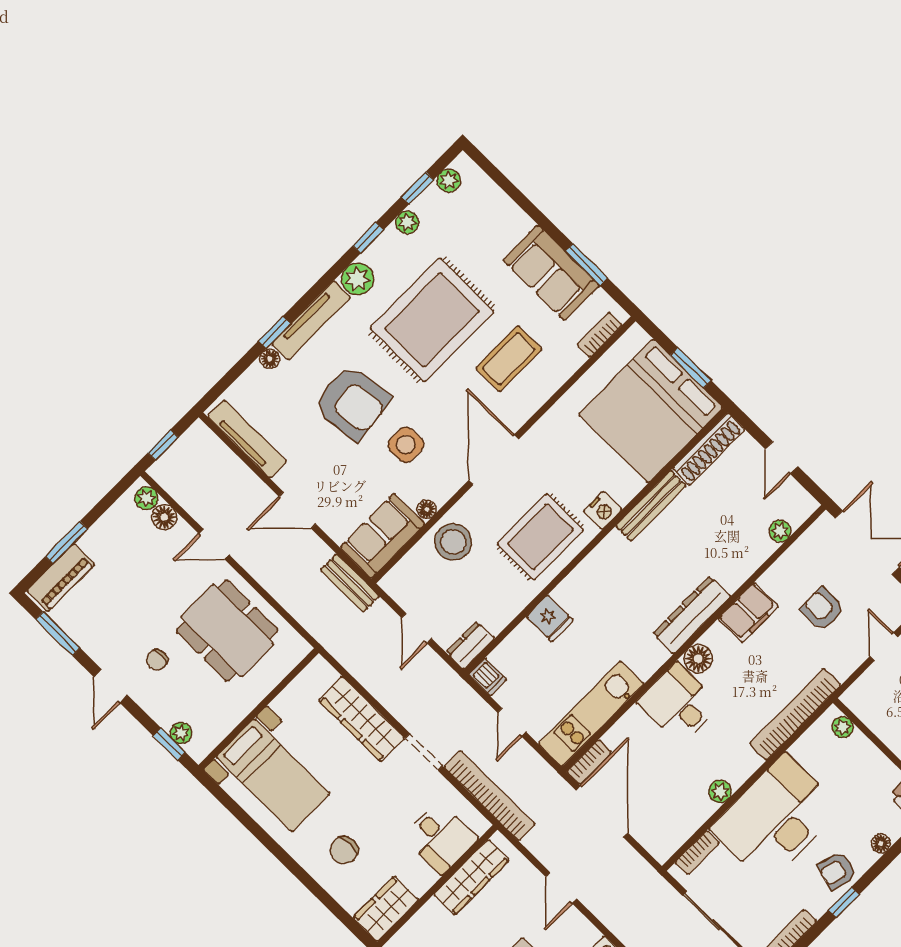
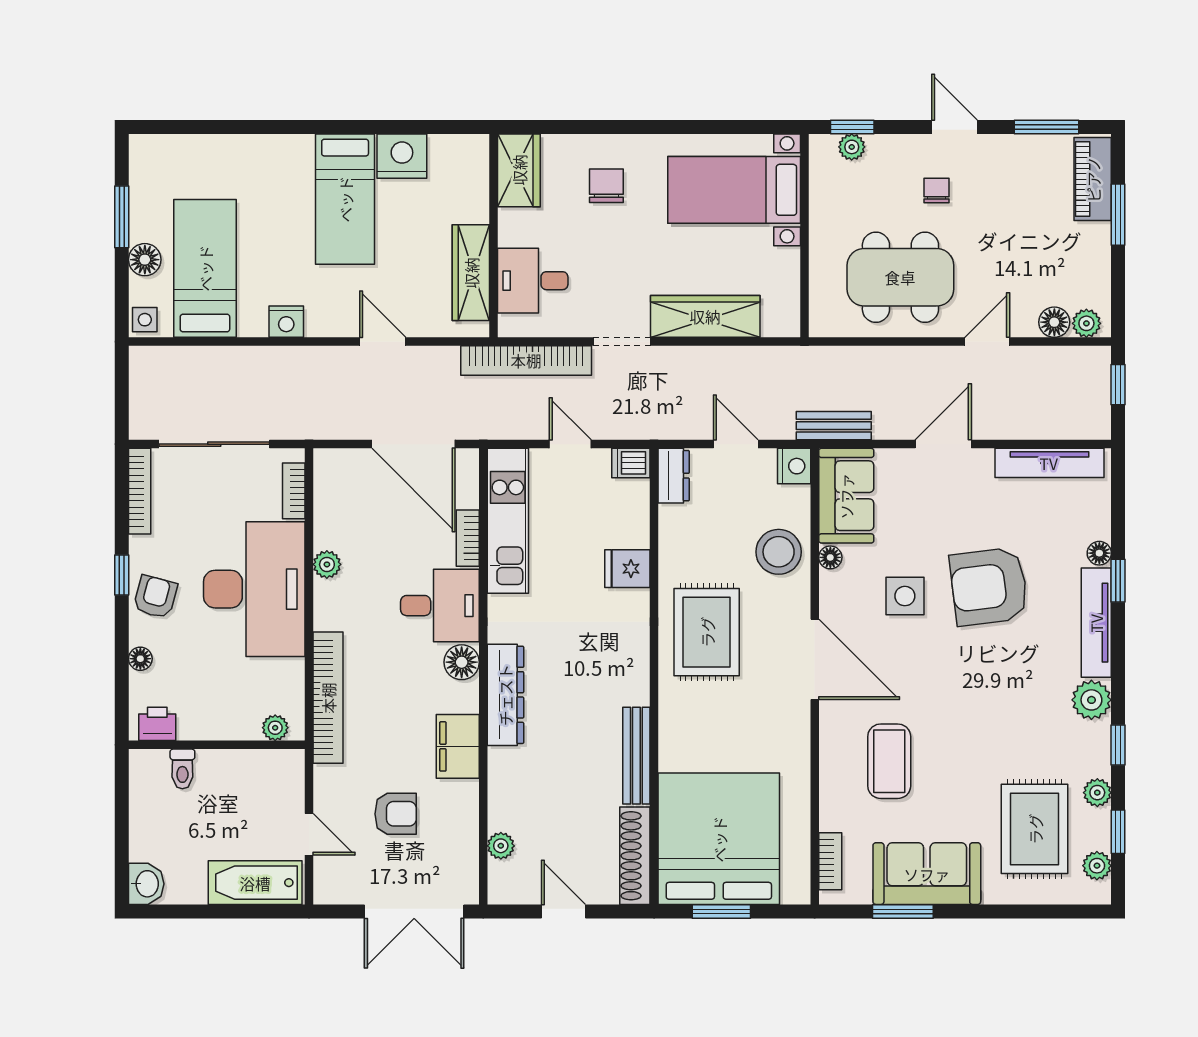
rug: (432, 320) -> (1035, 829), moved, width x0.73, depth x0.69
nightstand: (603, 510) -> (794, 466), moved, turned 180
bookcase: (589, 762) -> (468, 538), moved

